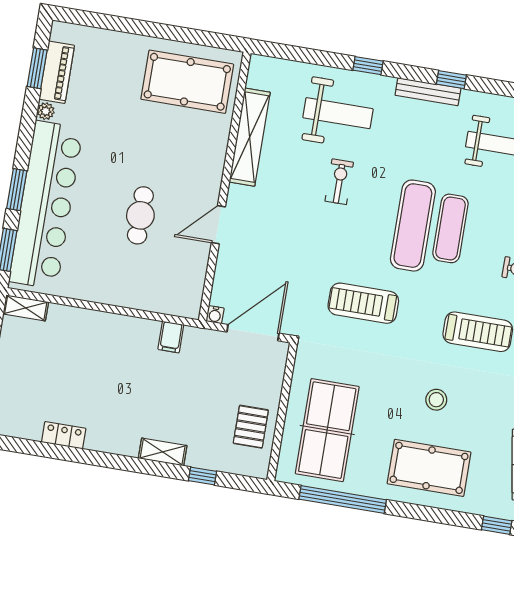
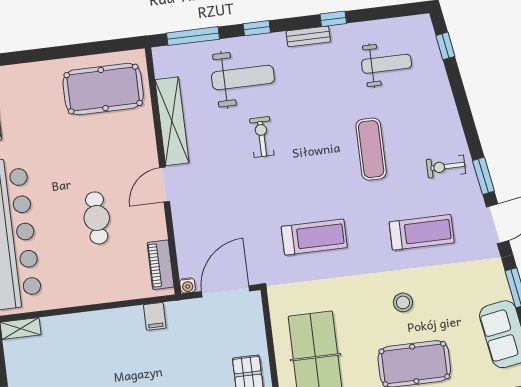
window: (298, 54) -> (193, 36), added
bench: (428, 92) -> (308, 36), width x0.73
door: (218, 225) -> (165, 185), moved
exercise mat: (413, 226) -> (337, 156), removed
piano: (193, 285) -> (161, 265), added
treadmill: (363, 303) -> (314, 237), turned 180

